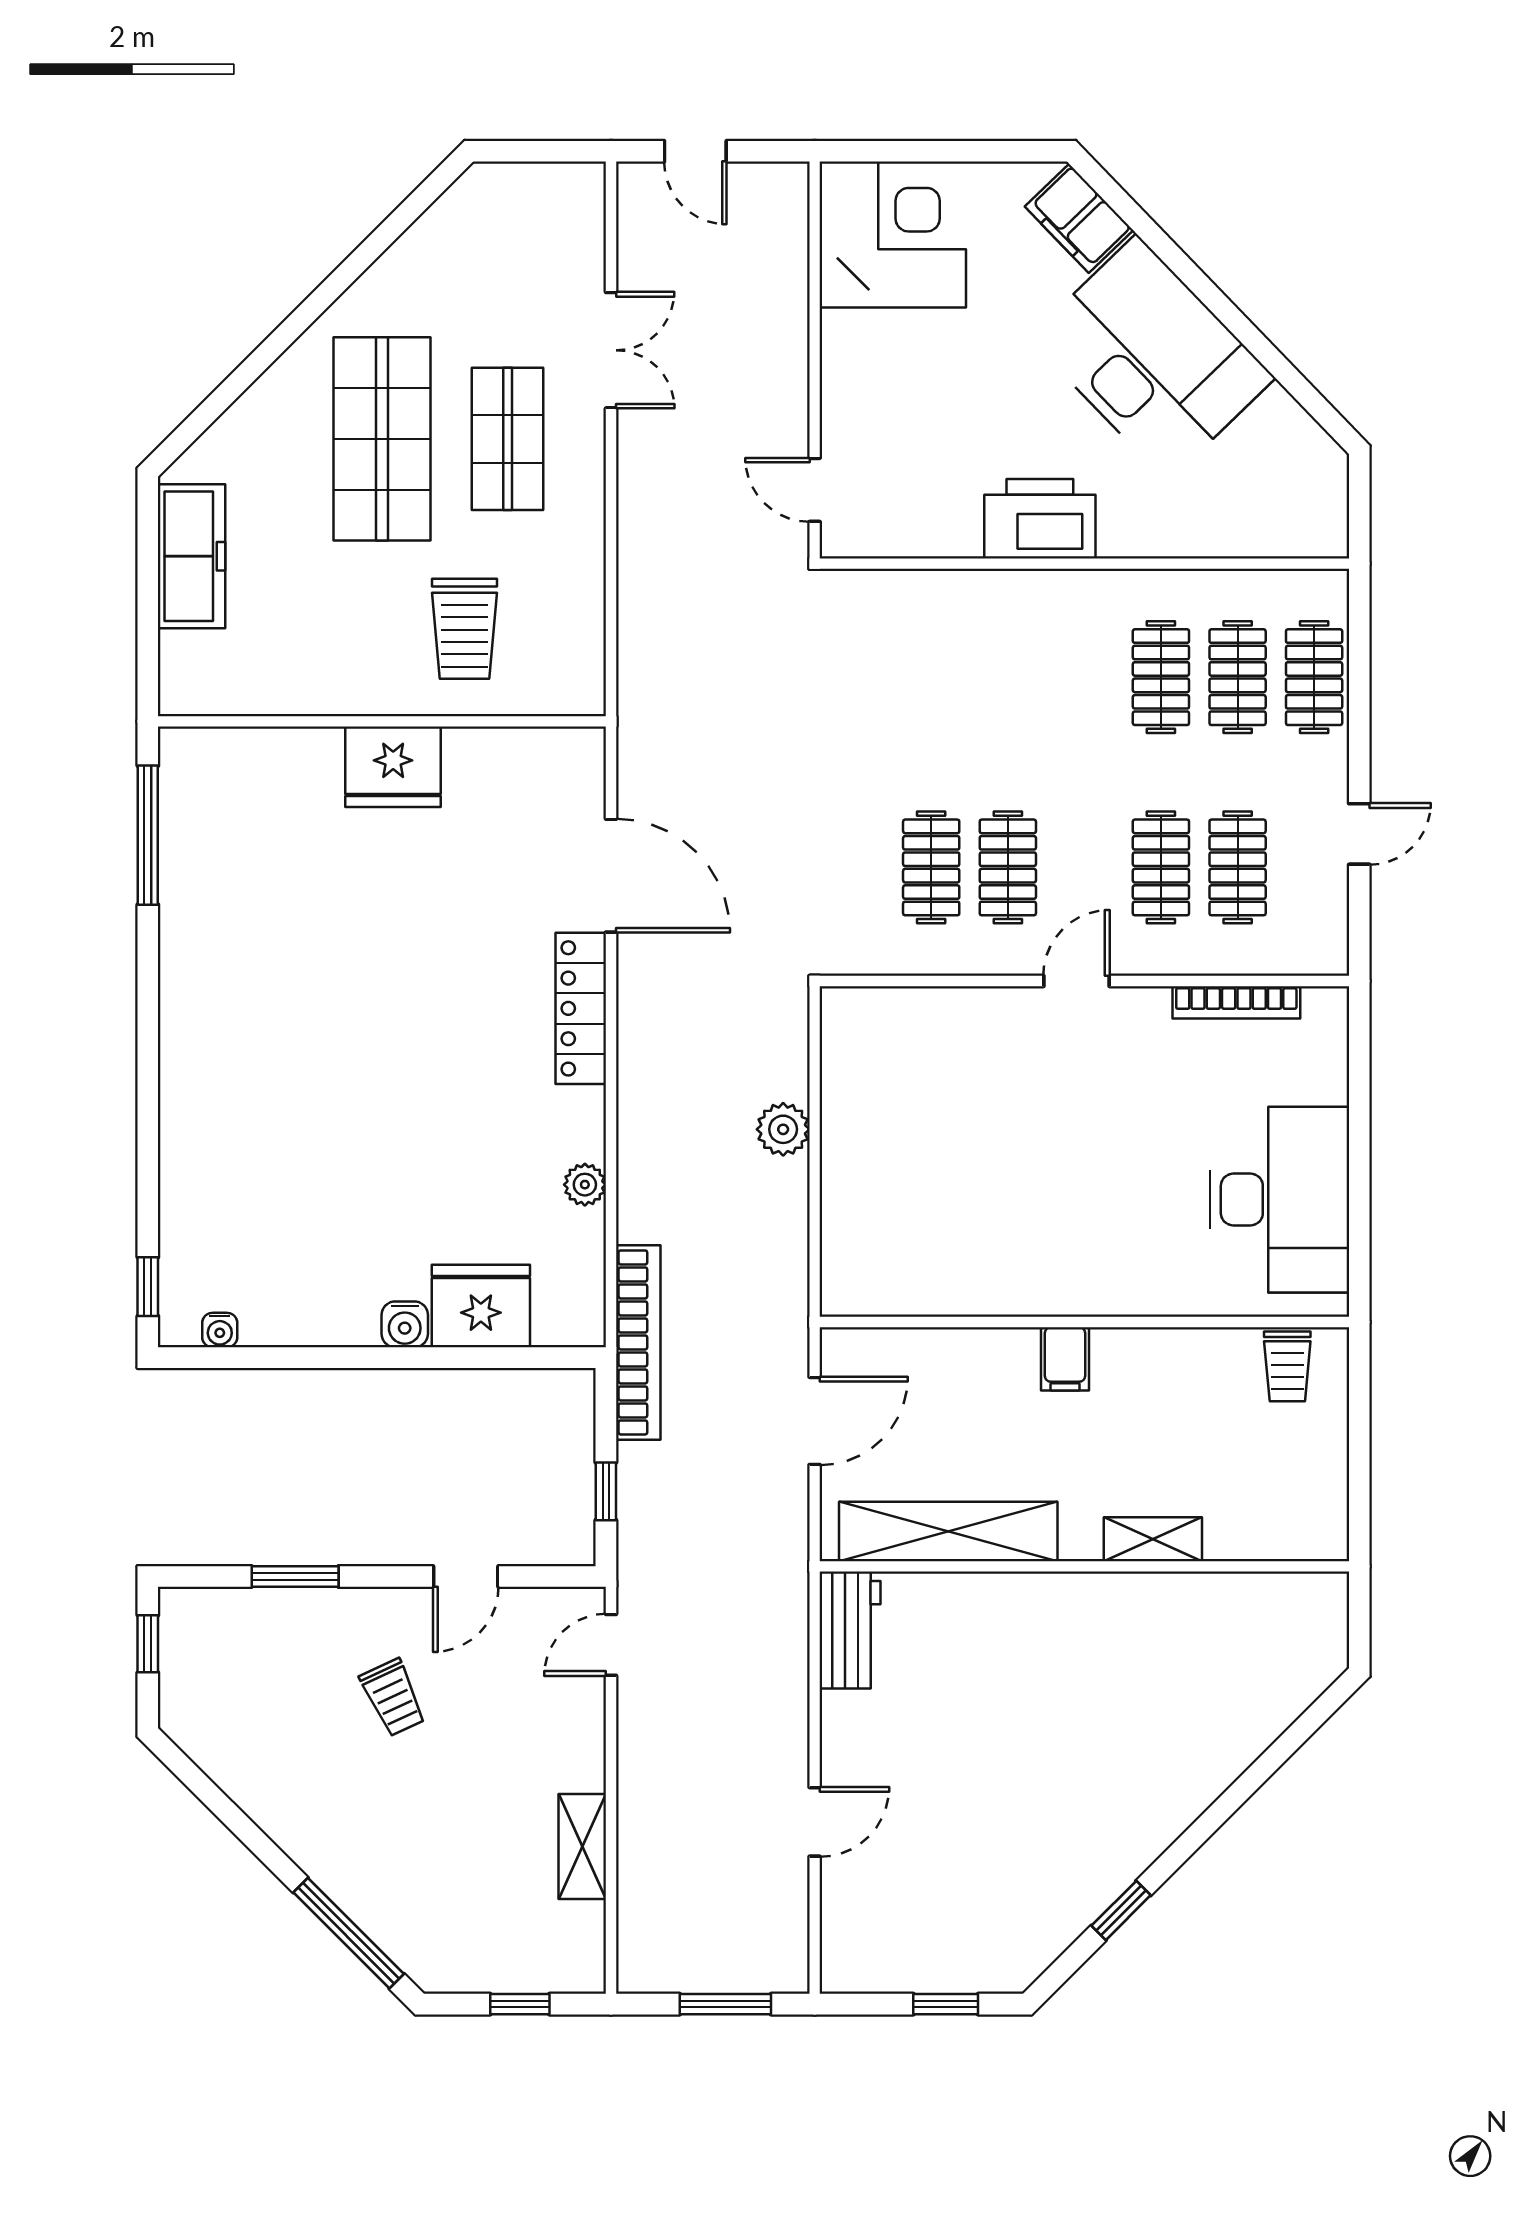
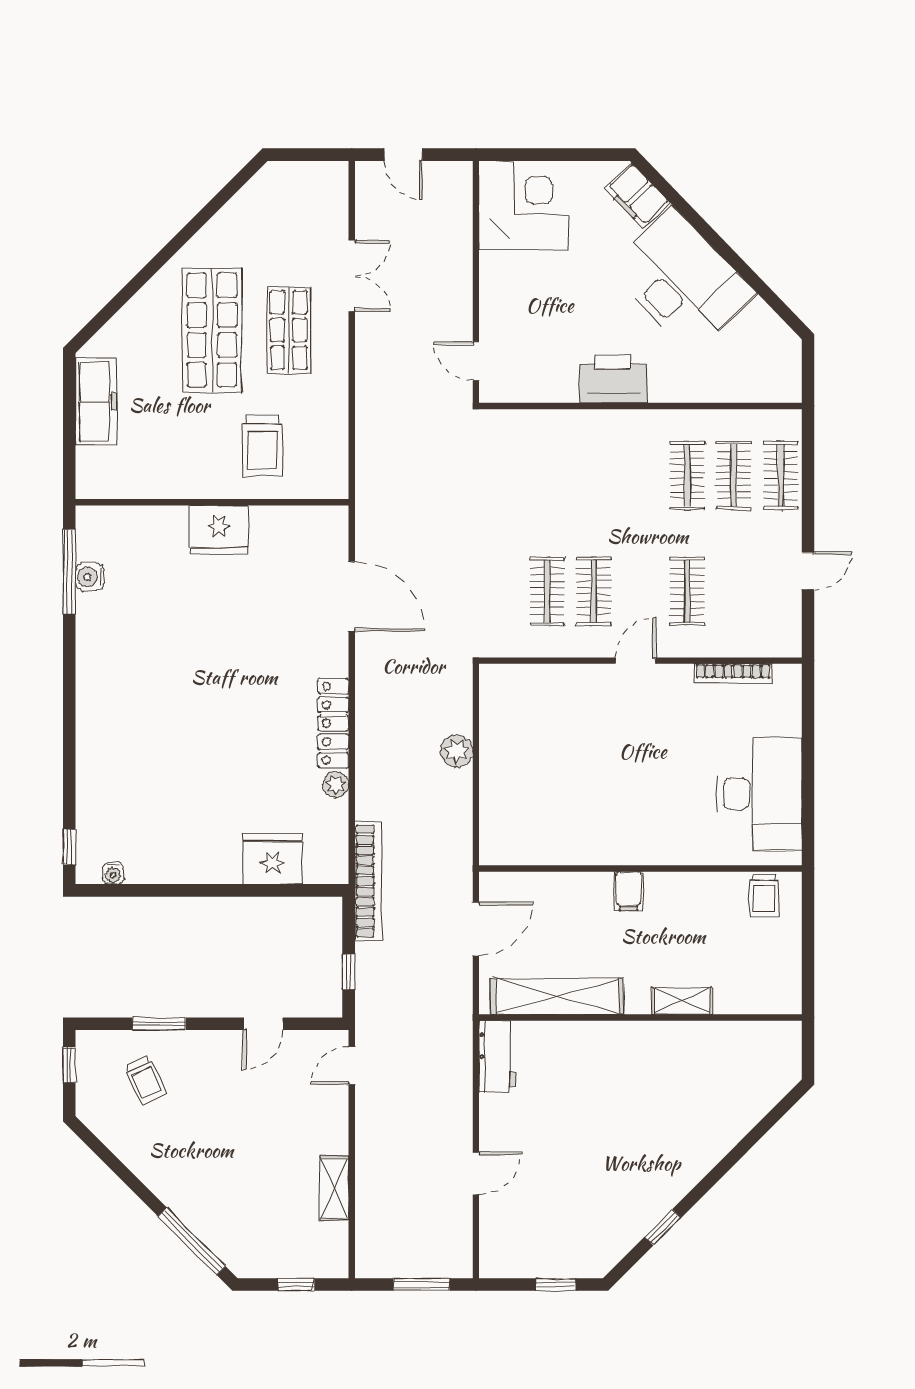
clothes rail: (1238, 867) -> (734, 591), removed
locker: (581, 1008) -> (333, 723), moved
water cooler: (405, 1324) -> (90, 577), moved, turned 90
trolley: (393, 1698) -> (145, 1080), moved

